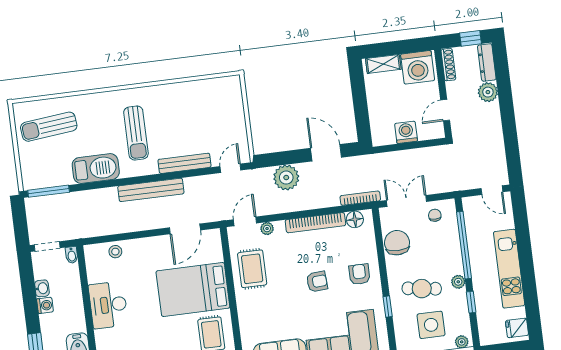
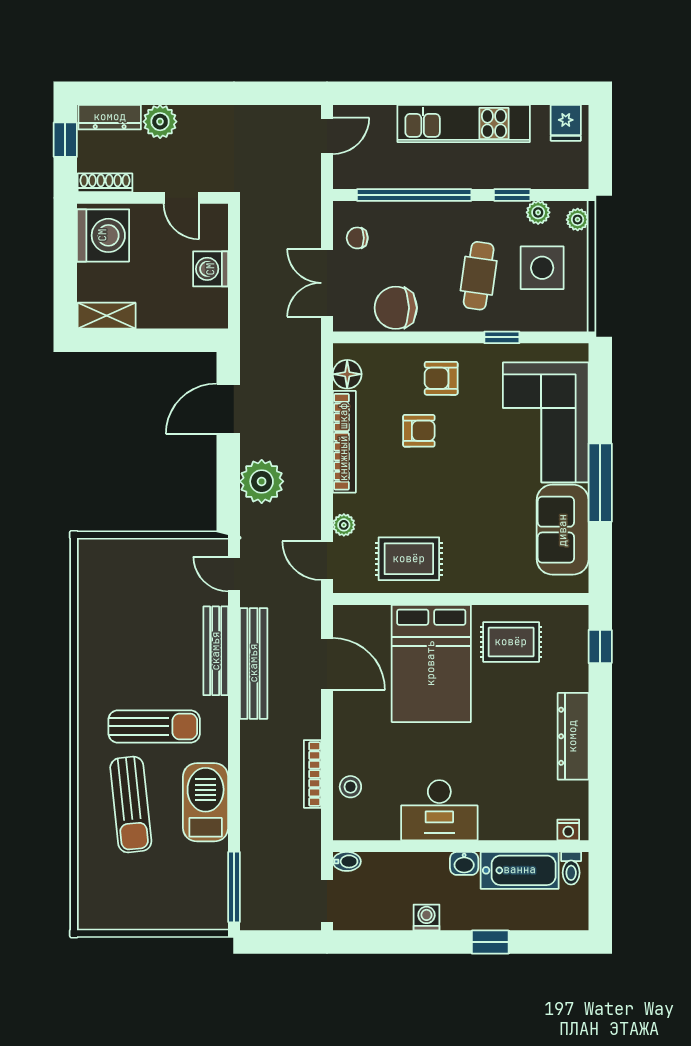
shelving: (383, 64) -> (107, 316), moved, turned 90
sun lounger: (49, 127) -> (131, 805), moved
bench: (151, 190) -> (254, 663), moved
bookcase: (360, 198) -> (312, 774), moved
armchair: (317, 282) -> (419, 431), moved, turned 94
plant: (458, 282) -> (538, 212), moved
washbasin: (42, 288) -> (464, 863), moved, turned 180

